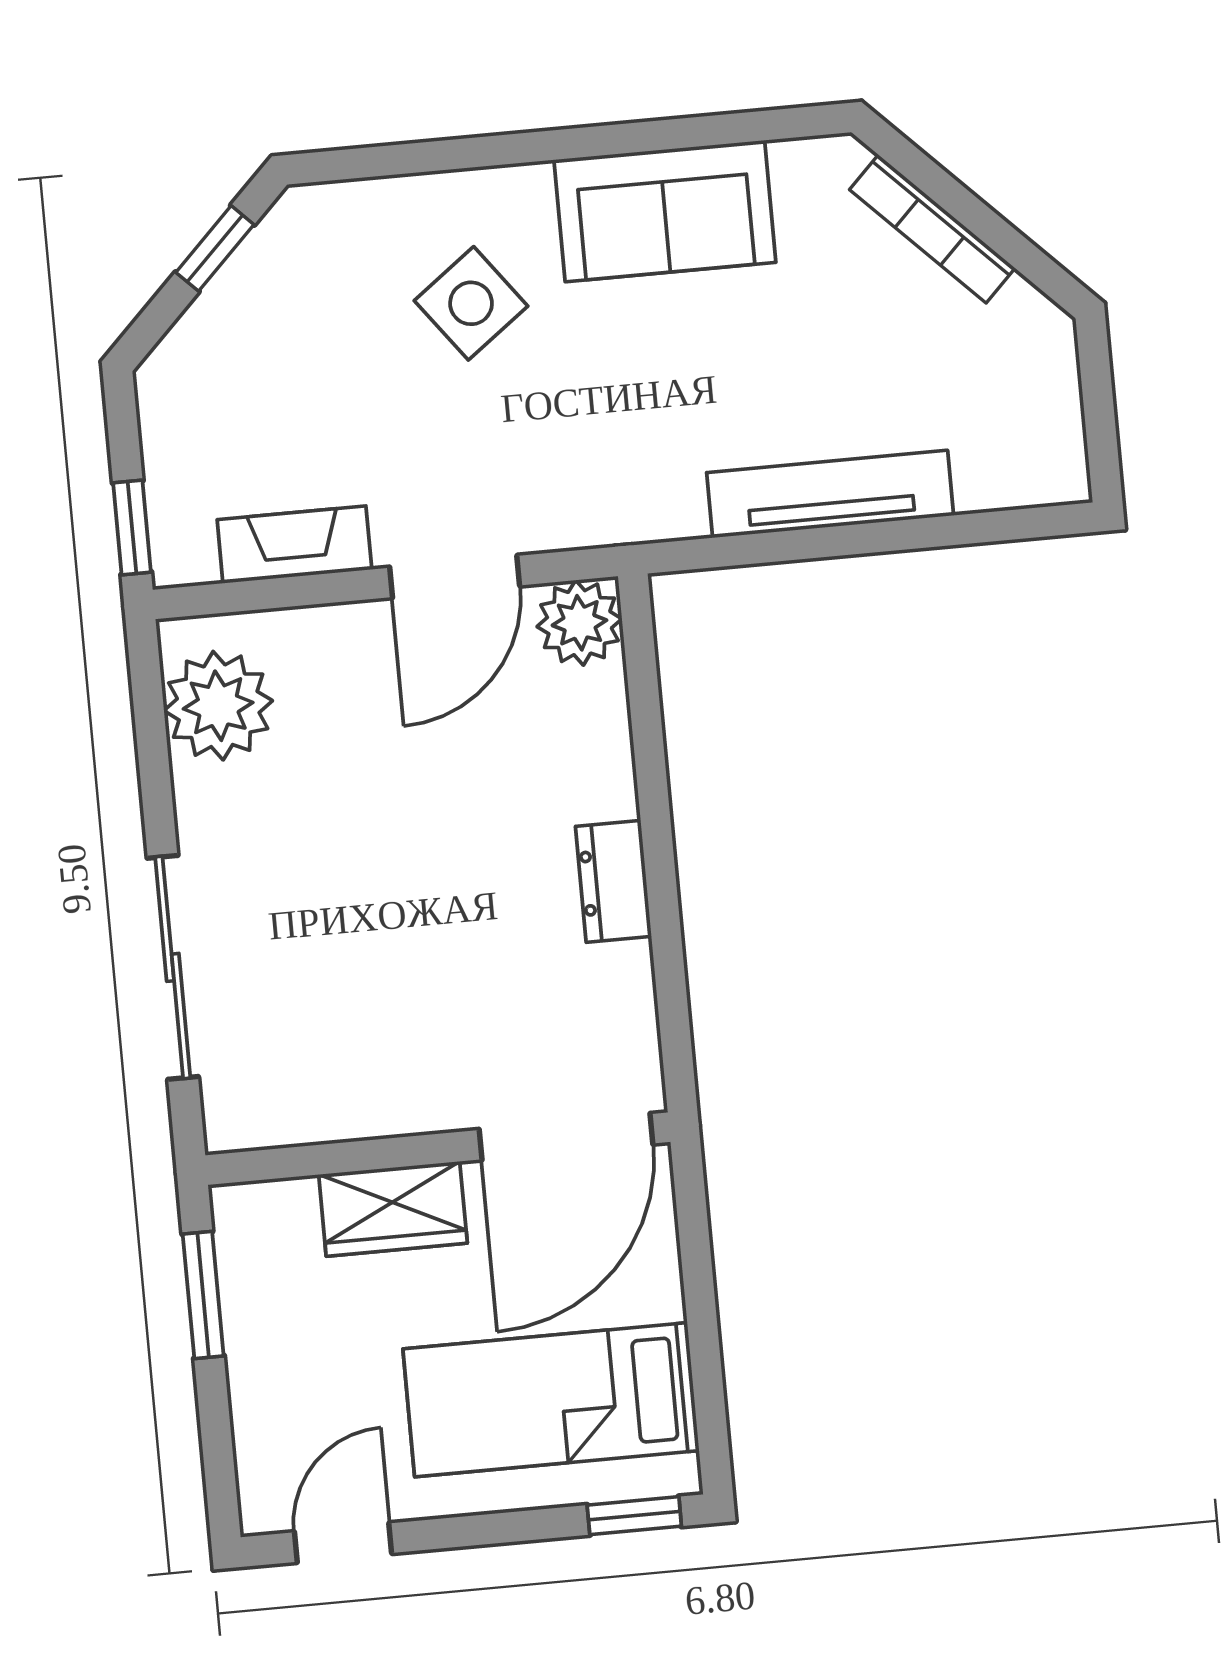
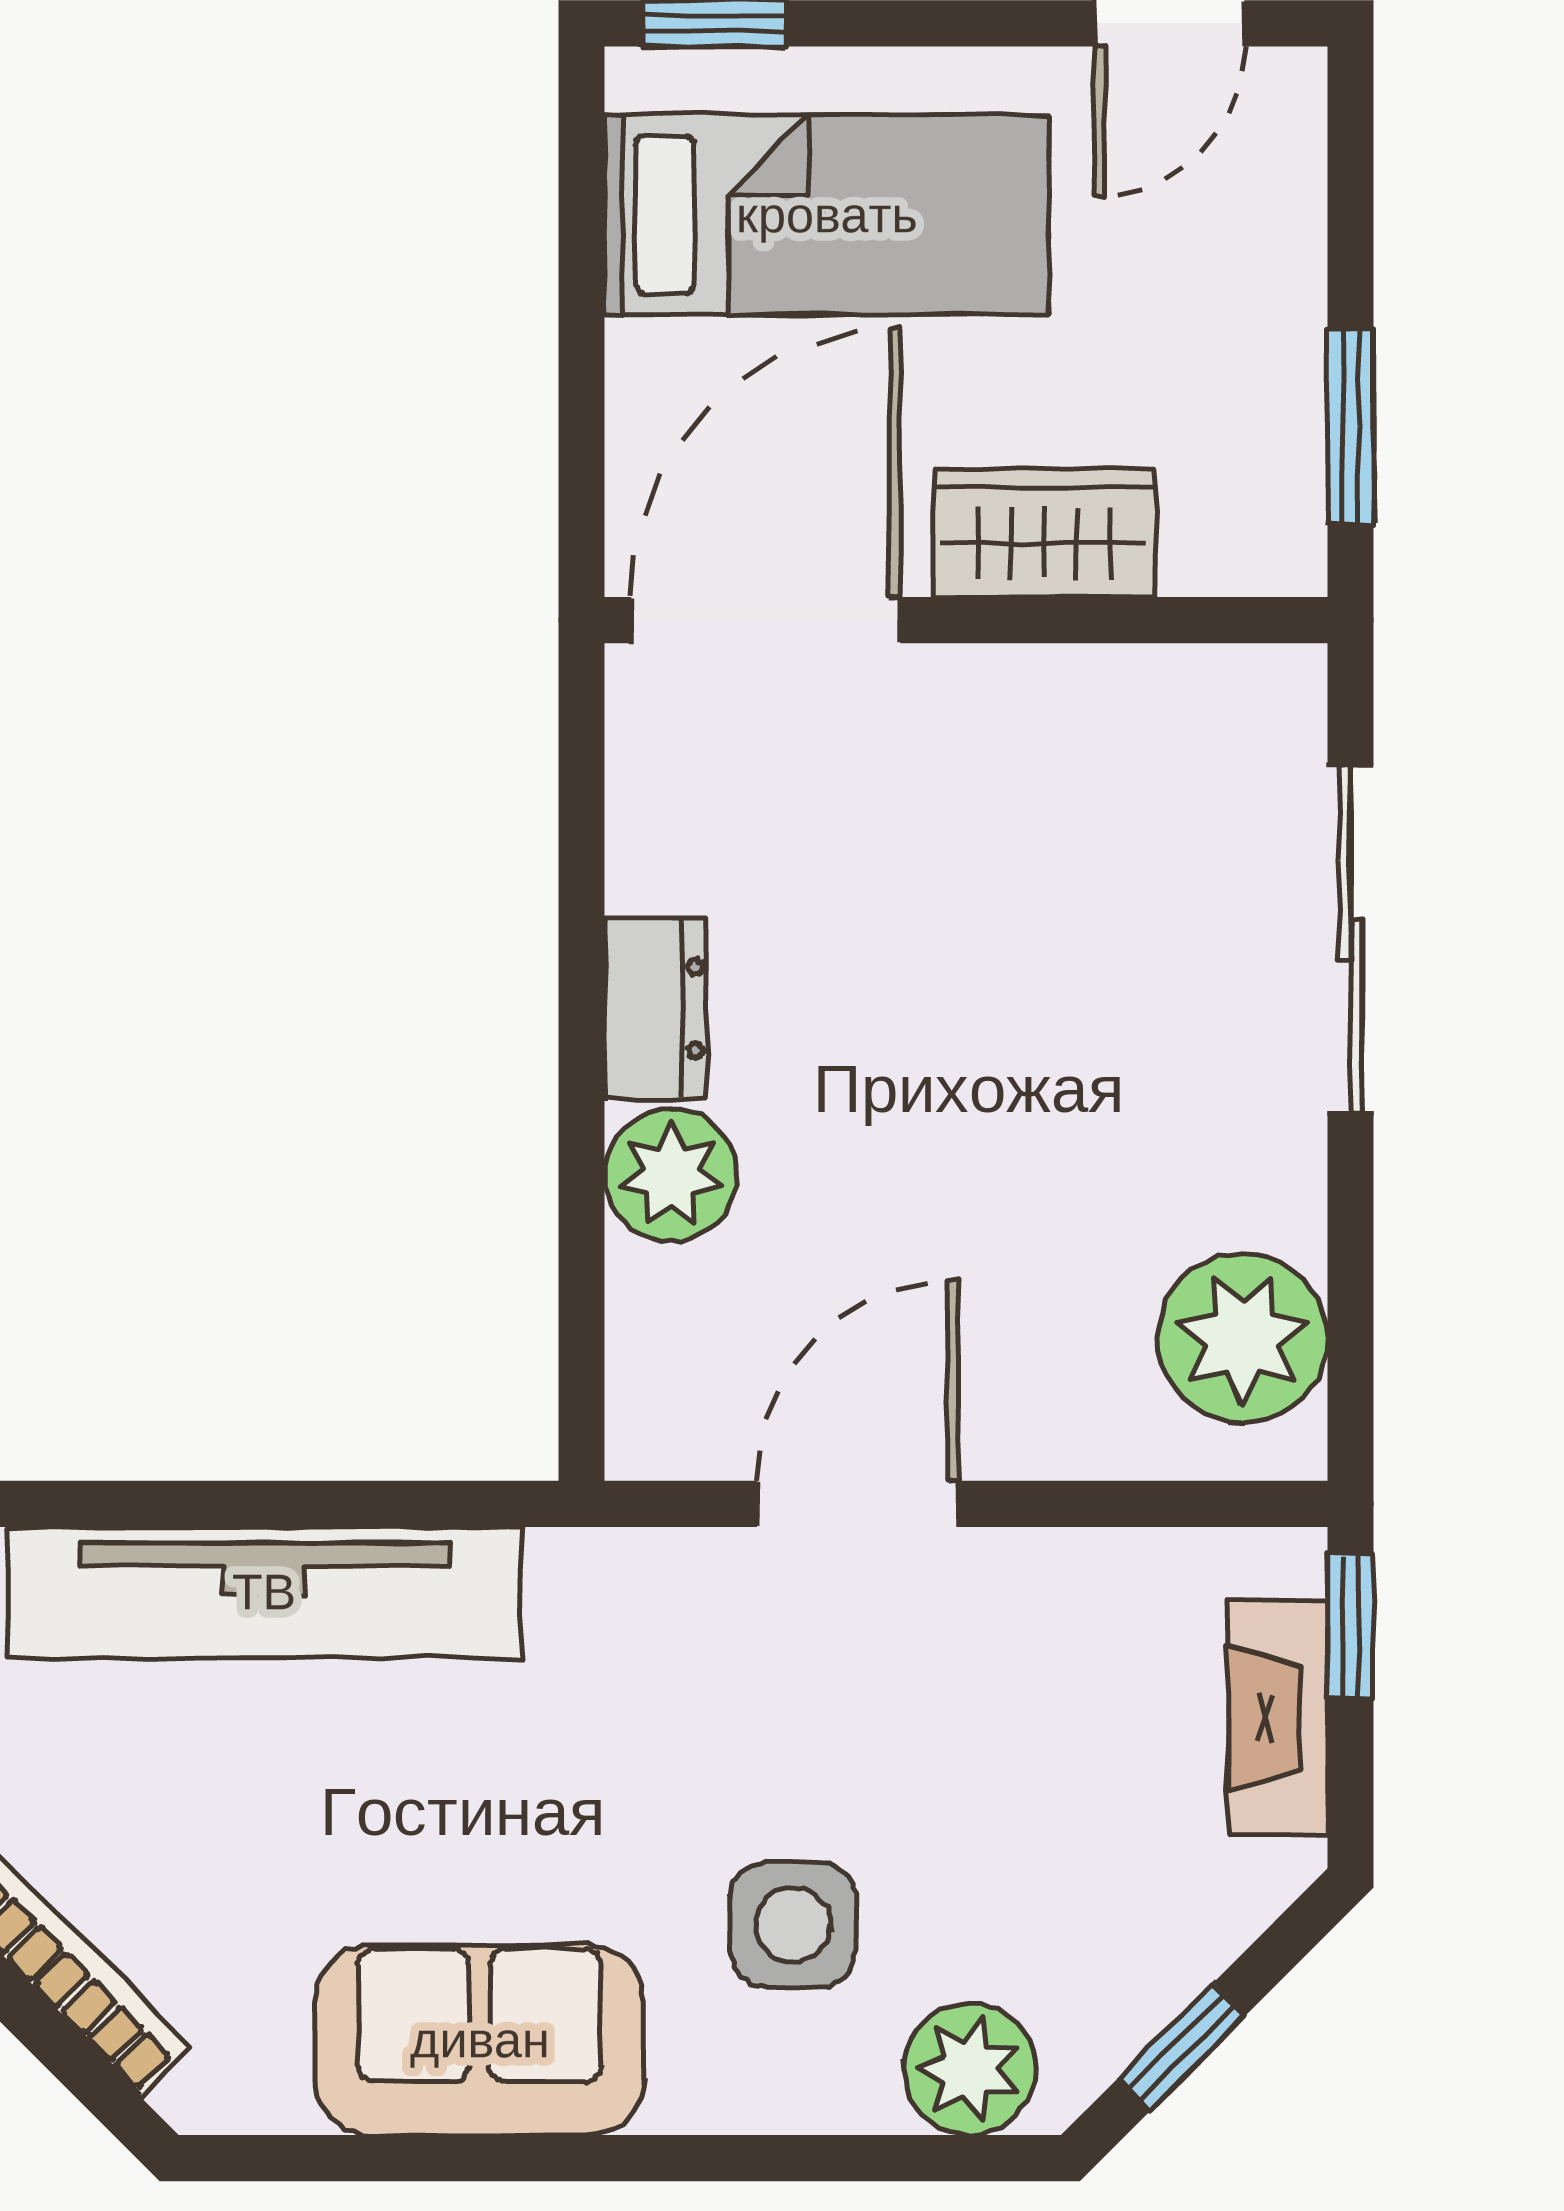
plant: (349, 221) -> (970, 2069), added
side table: (471, 303) -> (793, 1925), turned 37
tv unit: (830, 494) -> (264, 1592), width x1.36, depth x1.29
fireplace: (294, 545) -> (1278, 1718), moved, turned 90
plant: (579, 623) -> (671, 1175), moved

